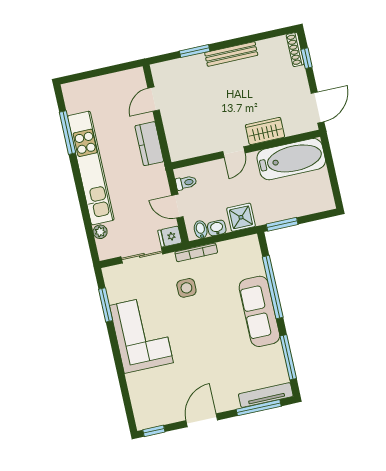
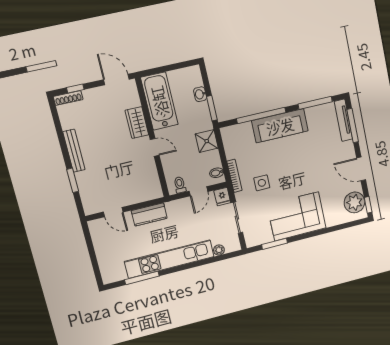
washbasin: (217, 228) -> (200, 94), moved
plant: (158, 412) -> (354, 202), added

